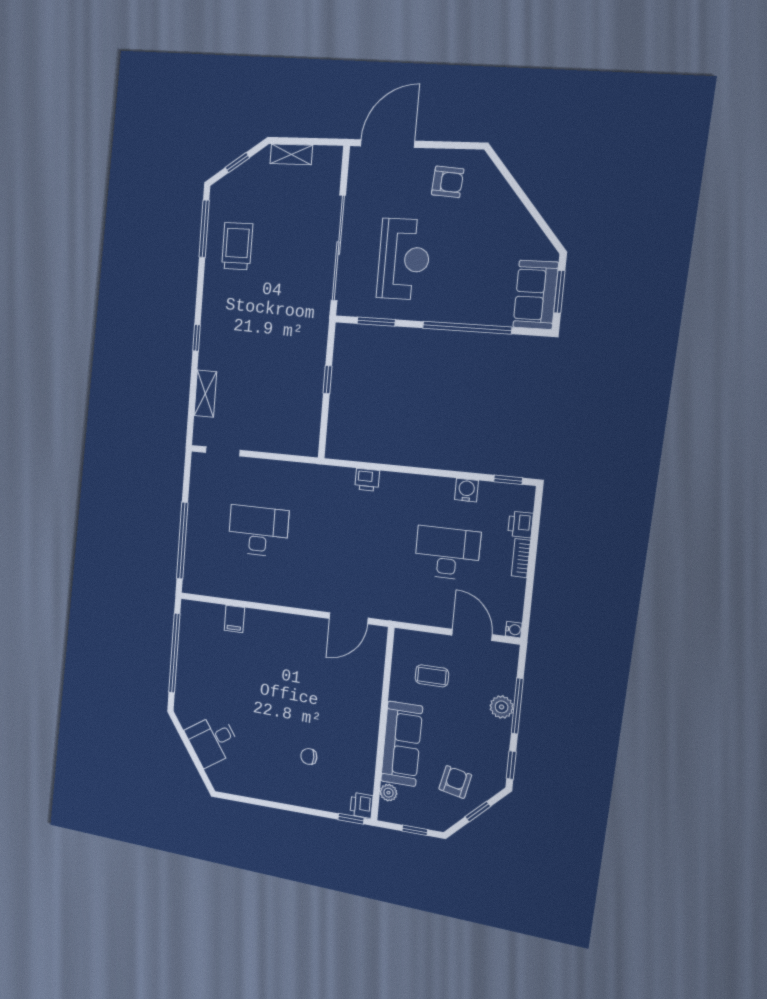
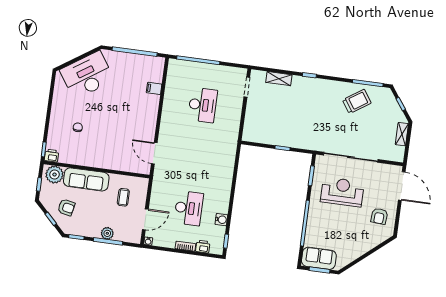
trolley: (237, 246) -> (357, 101), turned -34
reception desk: (404, 259) -> (342, 192), turned 180
printer: (367, 480) -> (229, 167), removed
desk: (213, 740) -> (87, 75), width x1.87, depth x1.30
plant: (388, 793) -> (55, 175), width x1.88, depth x1.88

